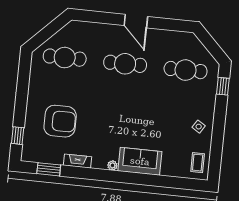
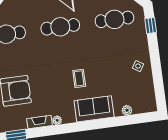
coffee table: (198, 163) -> (79, 78), moved
plant: (112, 165) -> (57, 120), moved
plant: (175, 171) -> (127, 110), added

